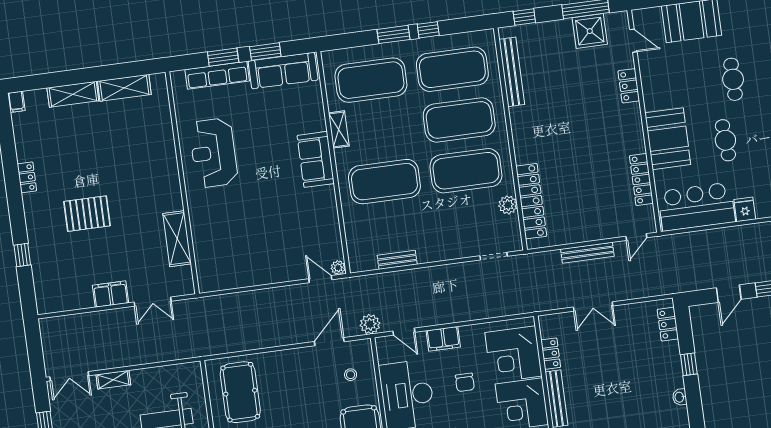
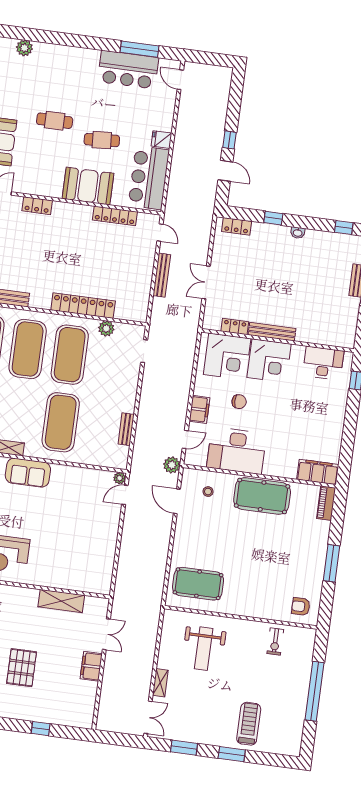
locker: (531, 201) -> (83, 306), moved
double door: (593, 306) -> (206, 282), swing flipped

